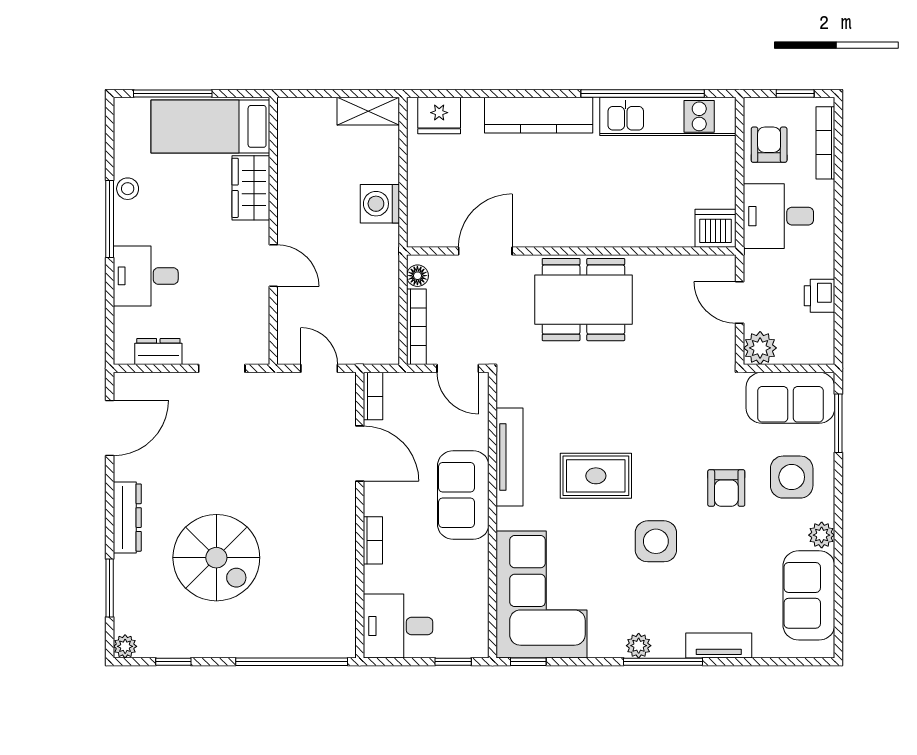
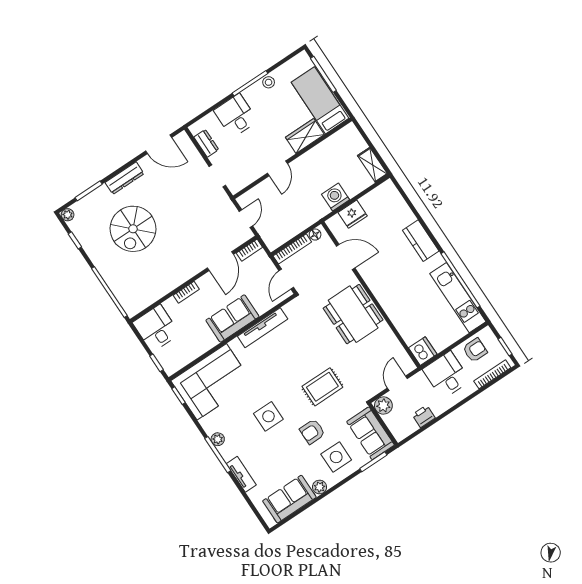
kitchen counter: (539, 115) -> (421, 241), width x0.67
fridge: (439, 116) -> (353, 214), moved, turned -90
rug: (596, 476) -> (322, 387), moved, turned 90

